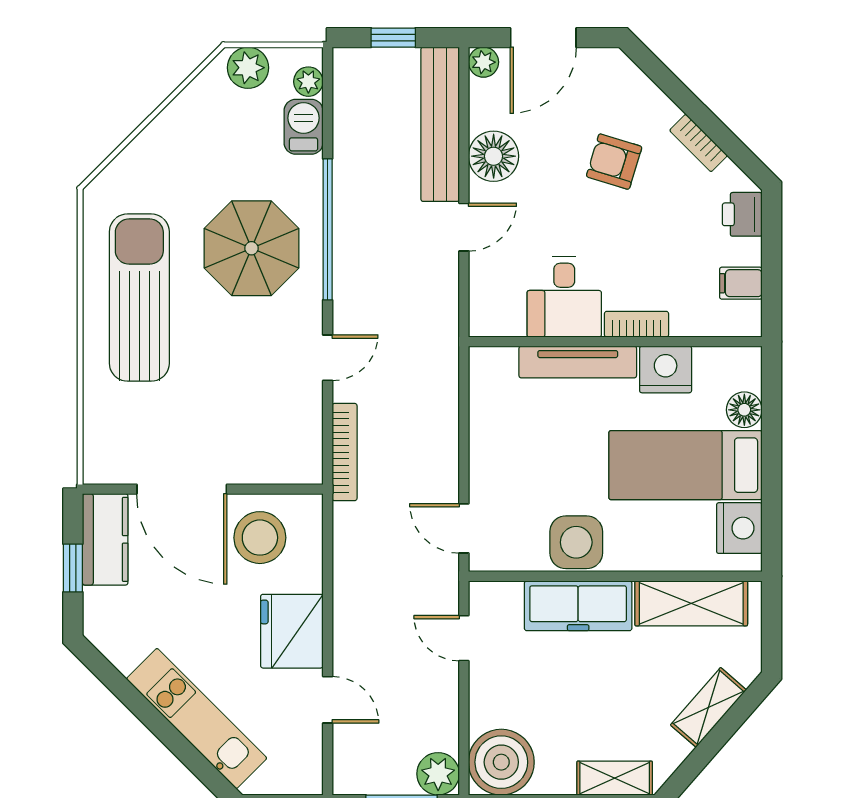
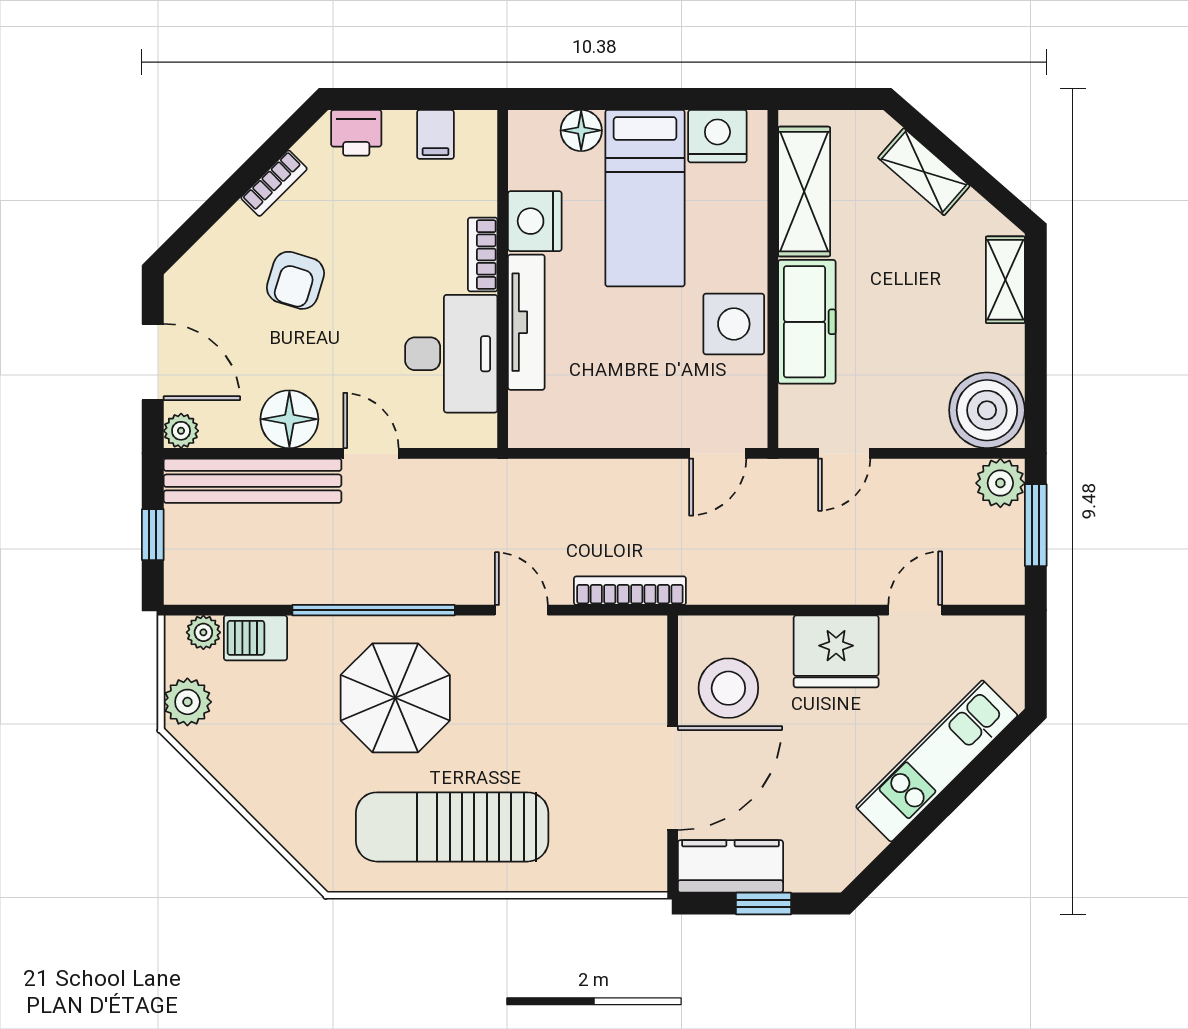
desk: (564, 297) -> (451, 354), width x1.37

